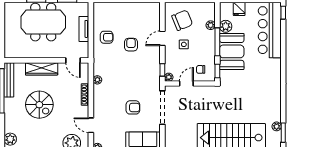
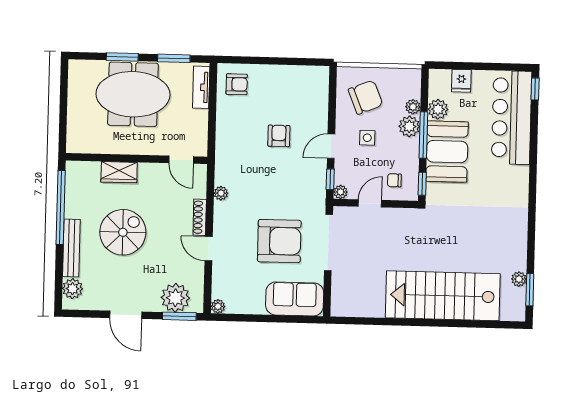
tv unit: (84, 29) -> (201, 87), moved
armchair: (107, 37) -> (237, 84), moved
plant: (209, 37) -> (409, 126), added
door: (162, 38) -> (331, 146), moved
wardrobe: (42, 69) -> (119, 172), width x0.67
bench: (9, 80) -> (71, 248), moved
spiral stairs: (39, 105) -> (123, 232), turned -90
armchair: (133, 107) -> (279, 241), width x1.88, depth x1.88
door: (91, 125) -> (209, 249), moved

